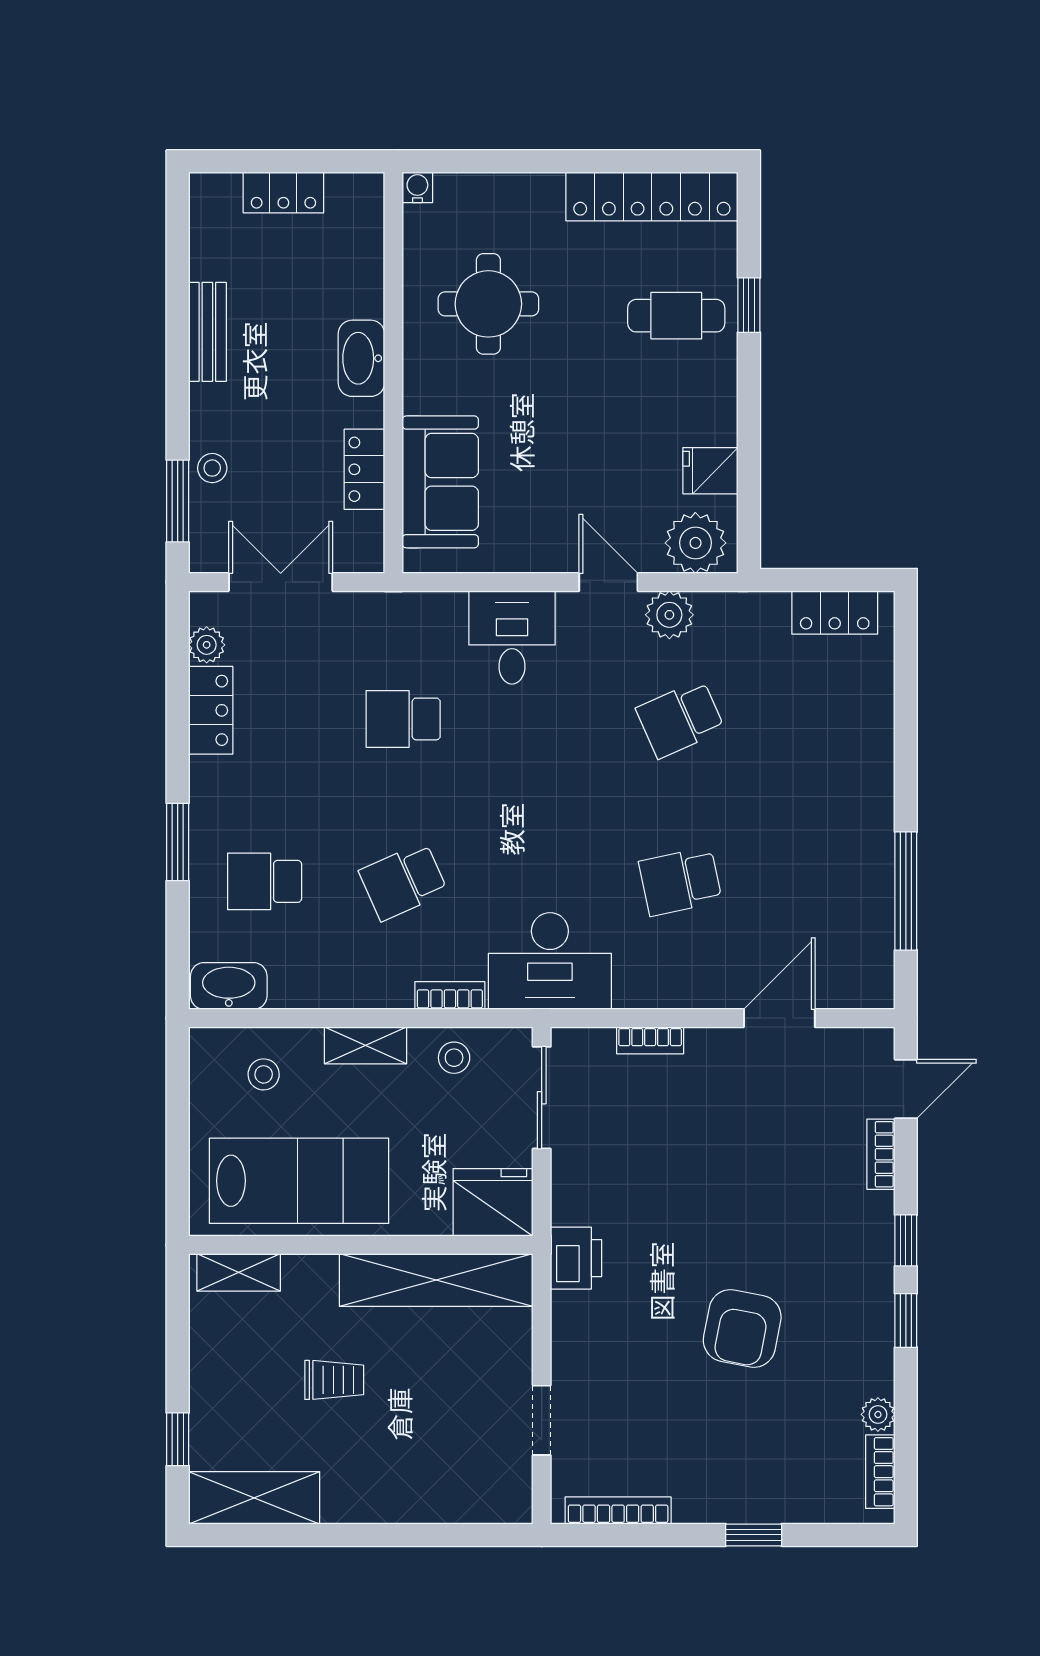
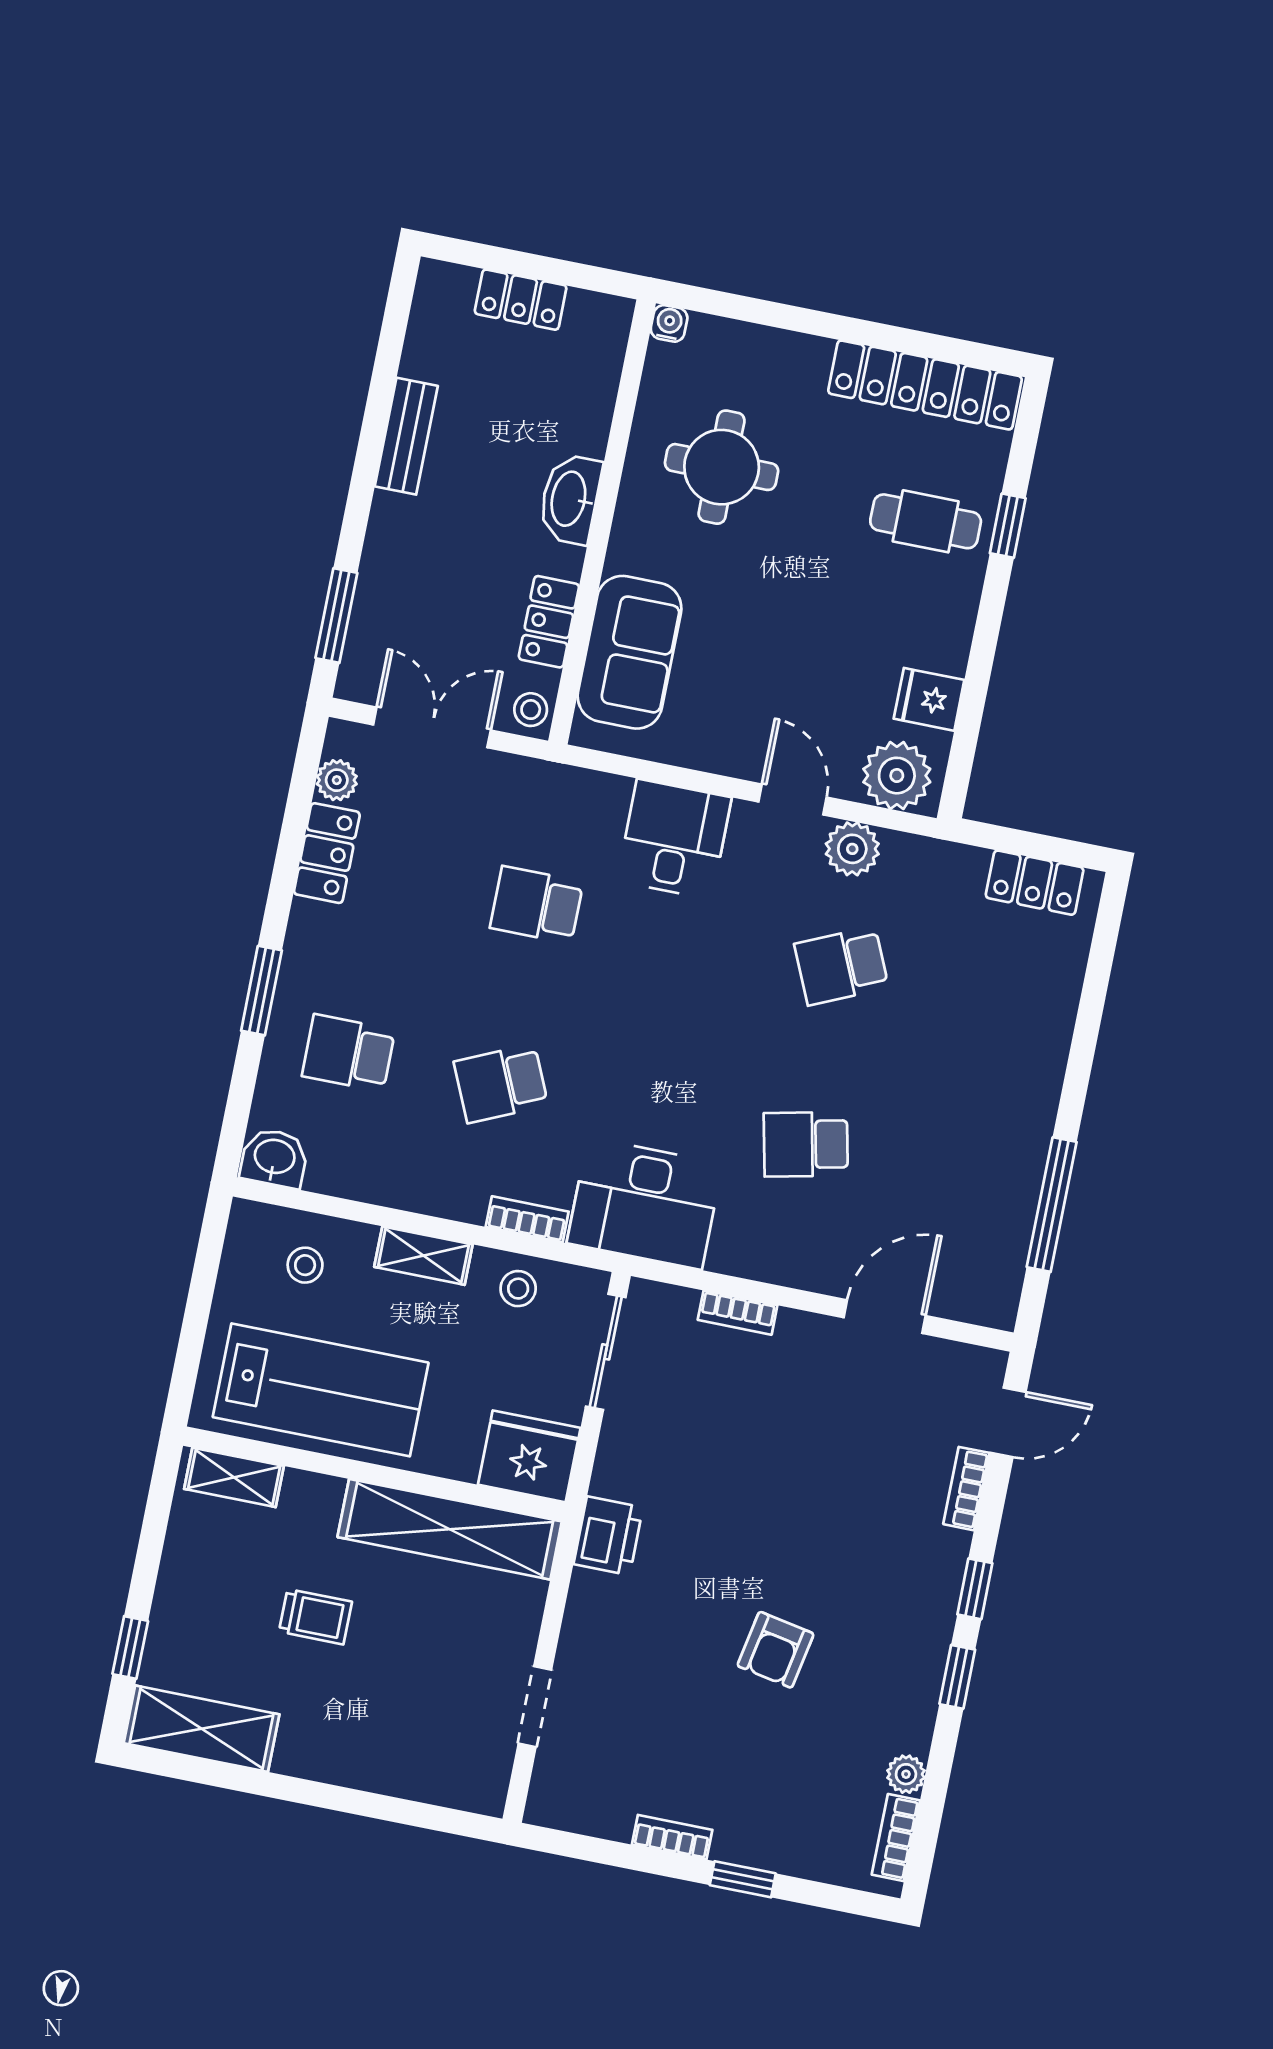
stool: (212, 468) -> (531, 710), moved
washbasin: (229, 986) -> (274, 1158), width x0.72
armchair: (742, 1328) -> (776, 1650), width x0.72, depth x0.72
bookcase: (618, 1510) -> (672, 1837), moved, width x0.64

